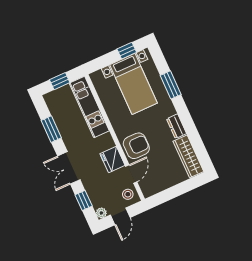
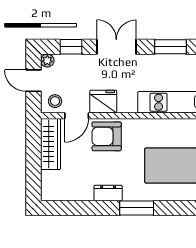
window: (171, 85) -> (137, 208), moved
armchair: (136, 146) -> (107, 136), turned 90
wardrobe: (188, 156) -> (51, 144), moved, turned 90
door: (131, 174) -> (77, 116), hinge flipped

